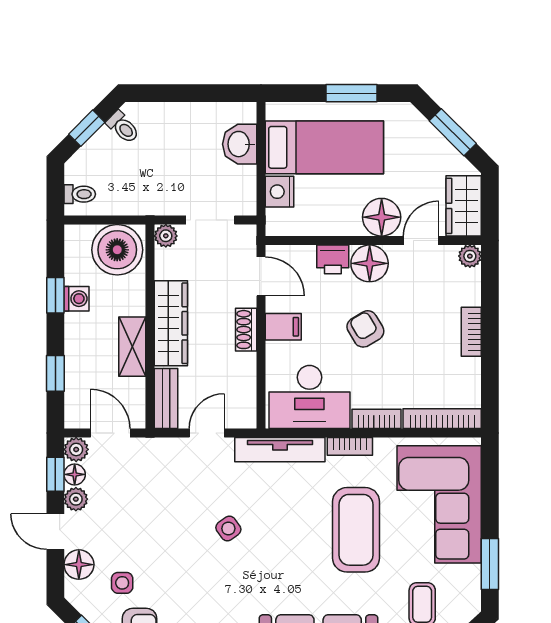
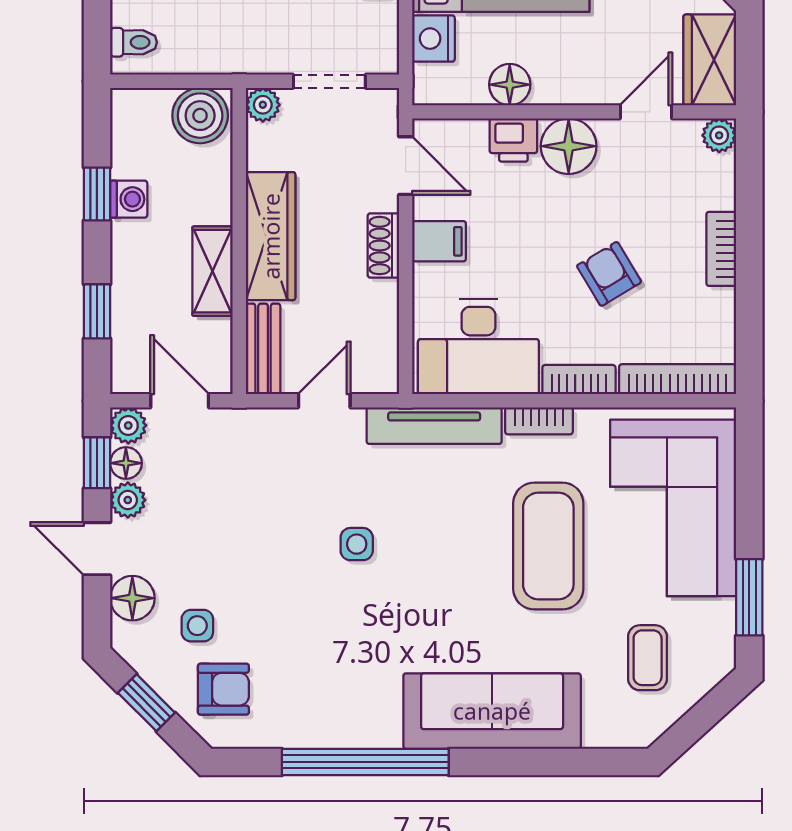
floor lamp: (382, 217) -> (510, 85), moved, width x0.73, depth x0.73
boiler: (117, 250) -> (200, 116), width x0.73, depth x0.73
armchair: (365, 329) -> (609, 274), moved
side table: (228, 528) -> (357, 544), turned 36

